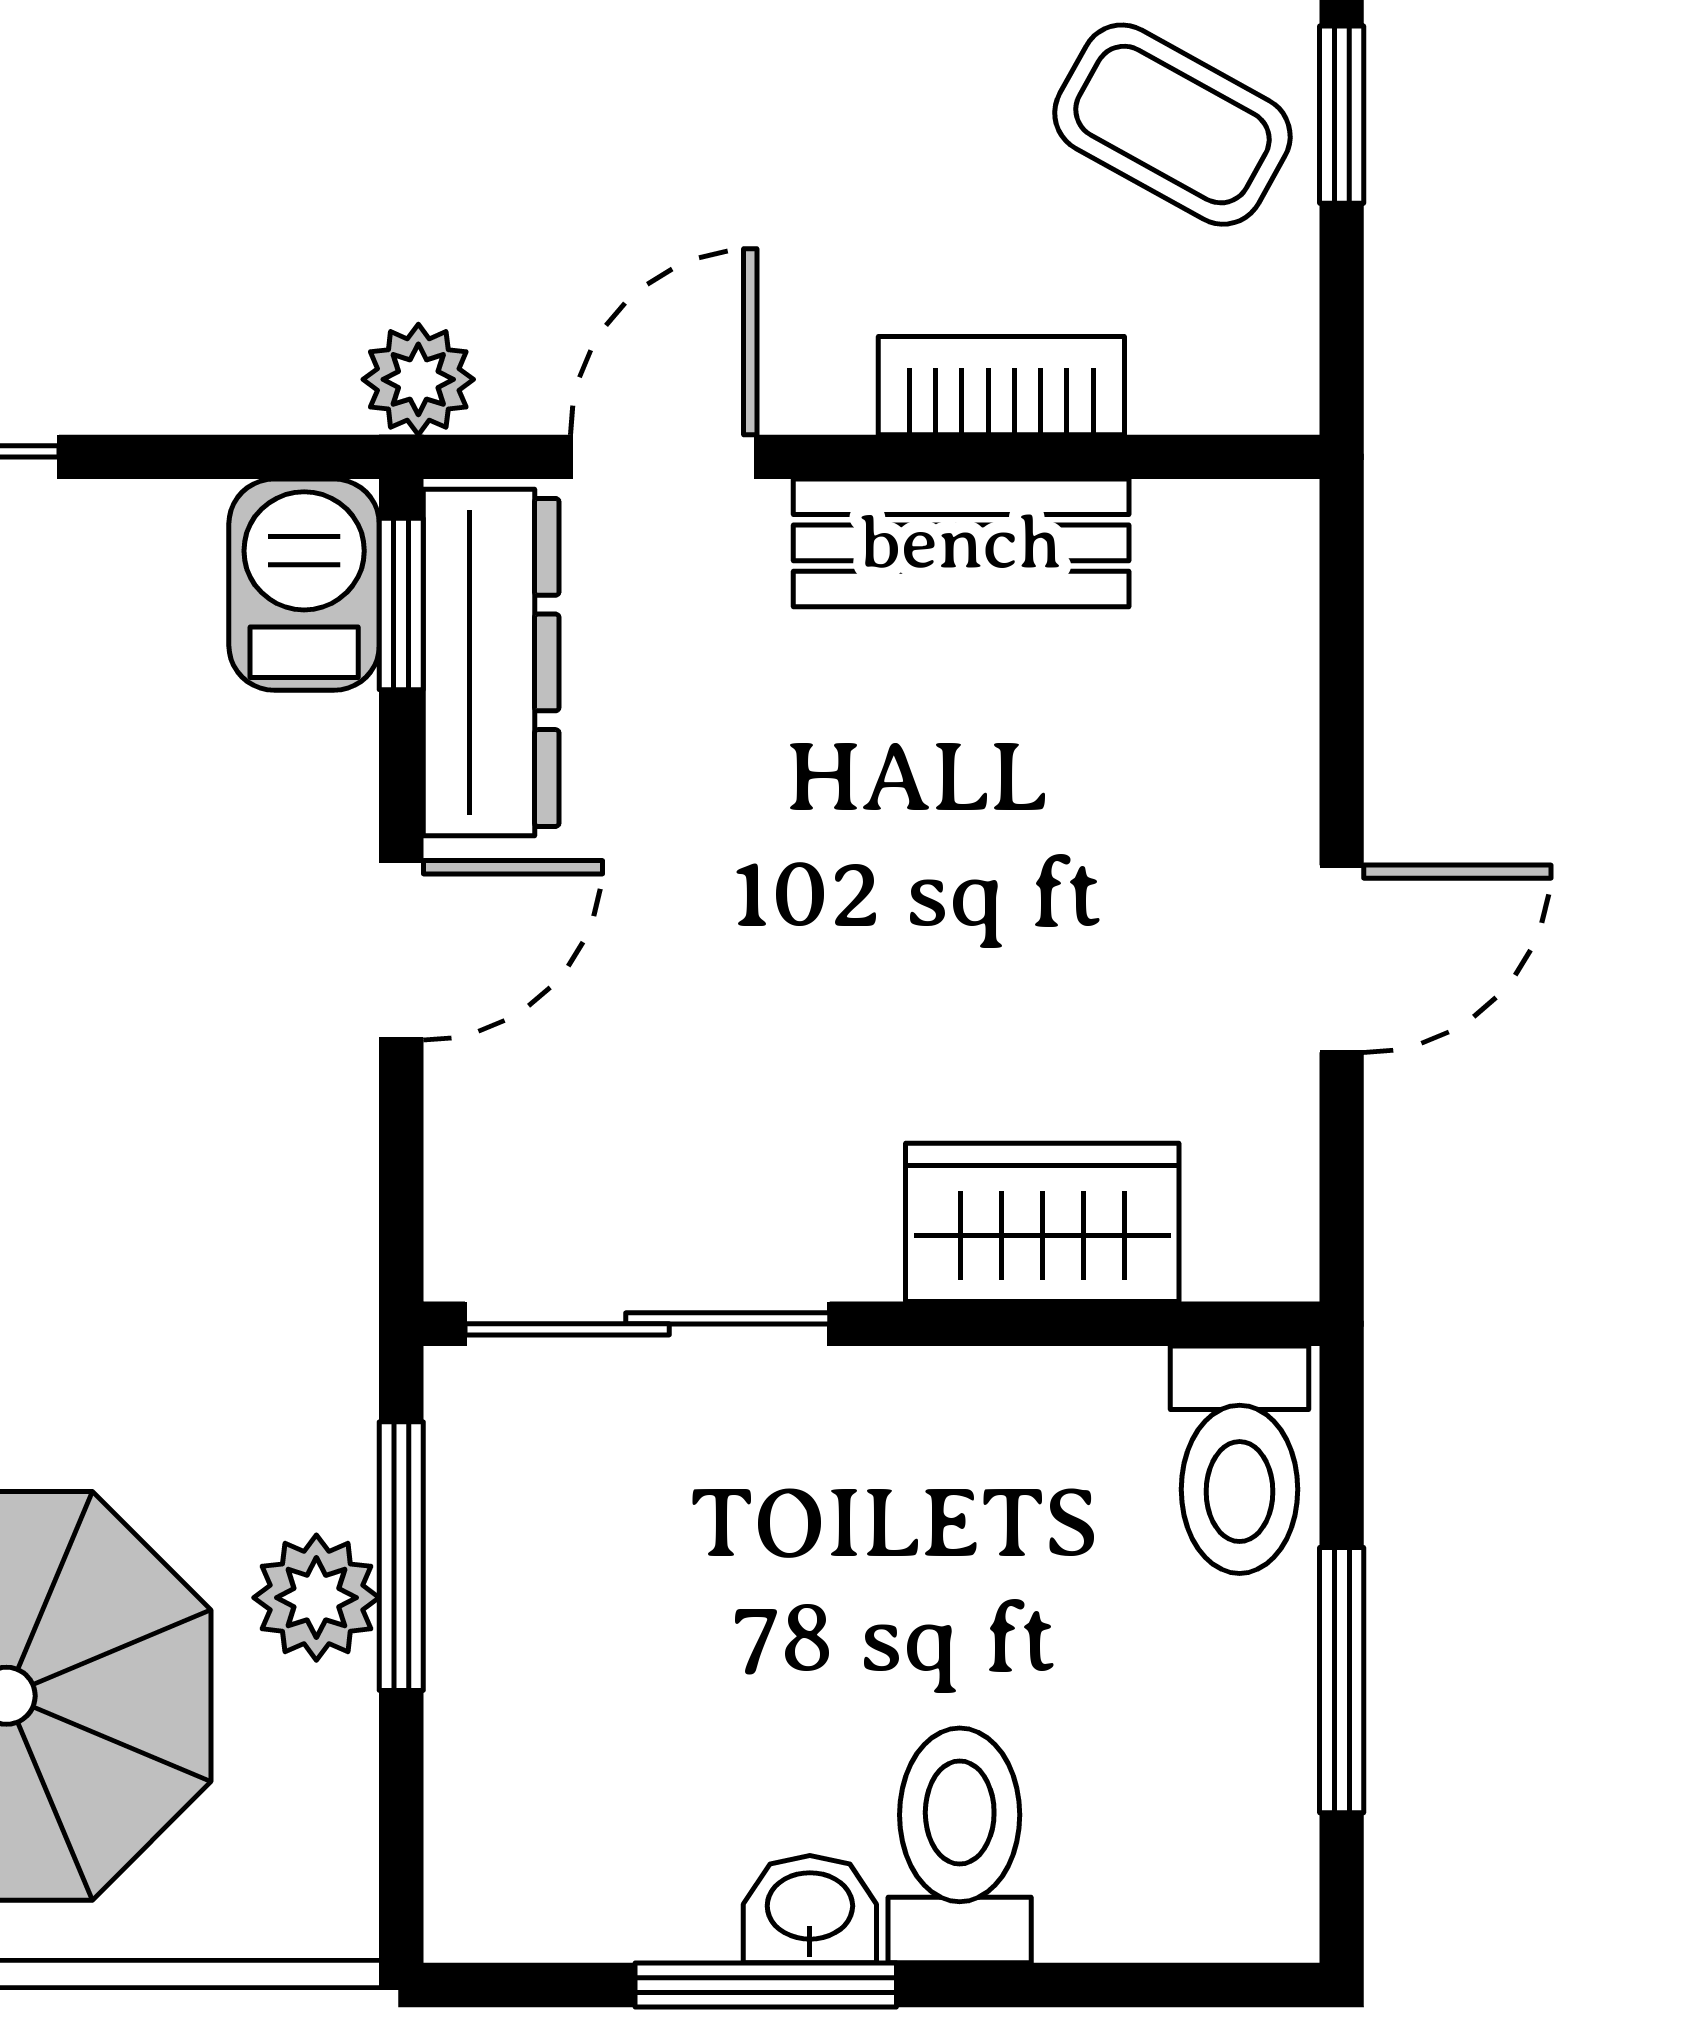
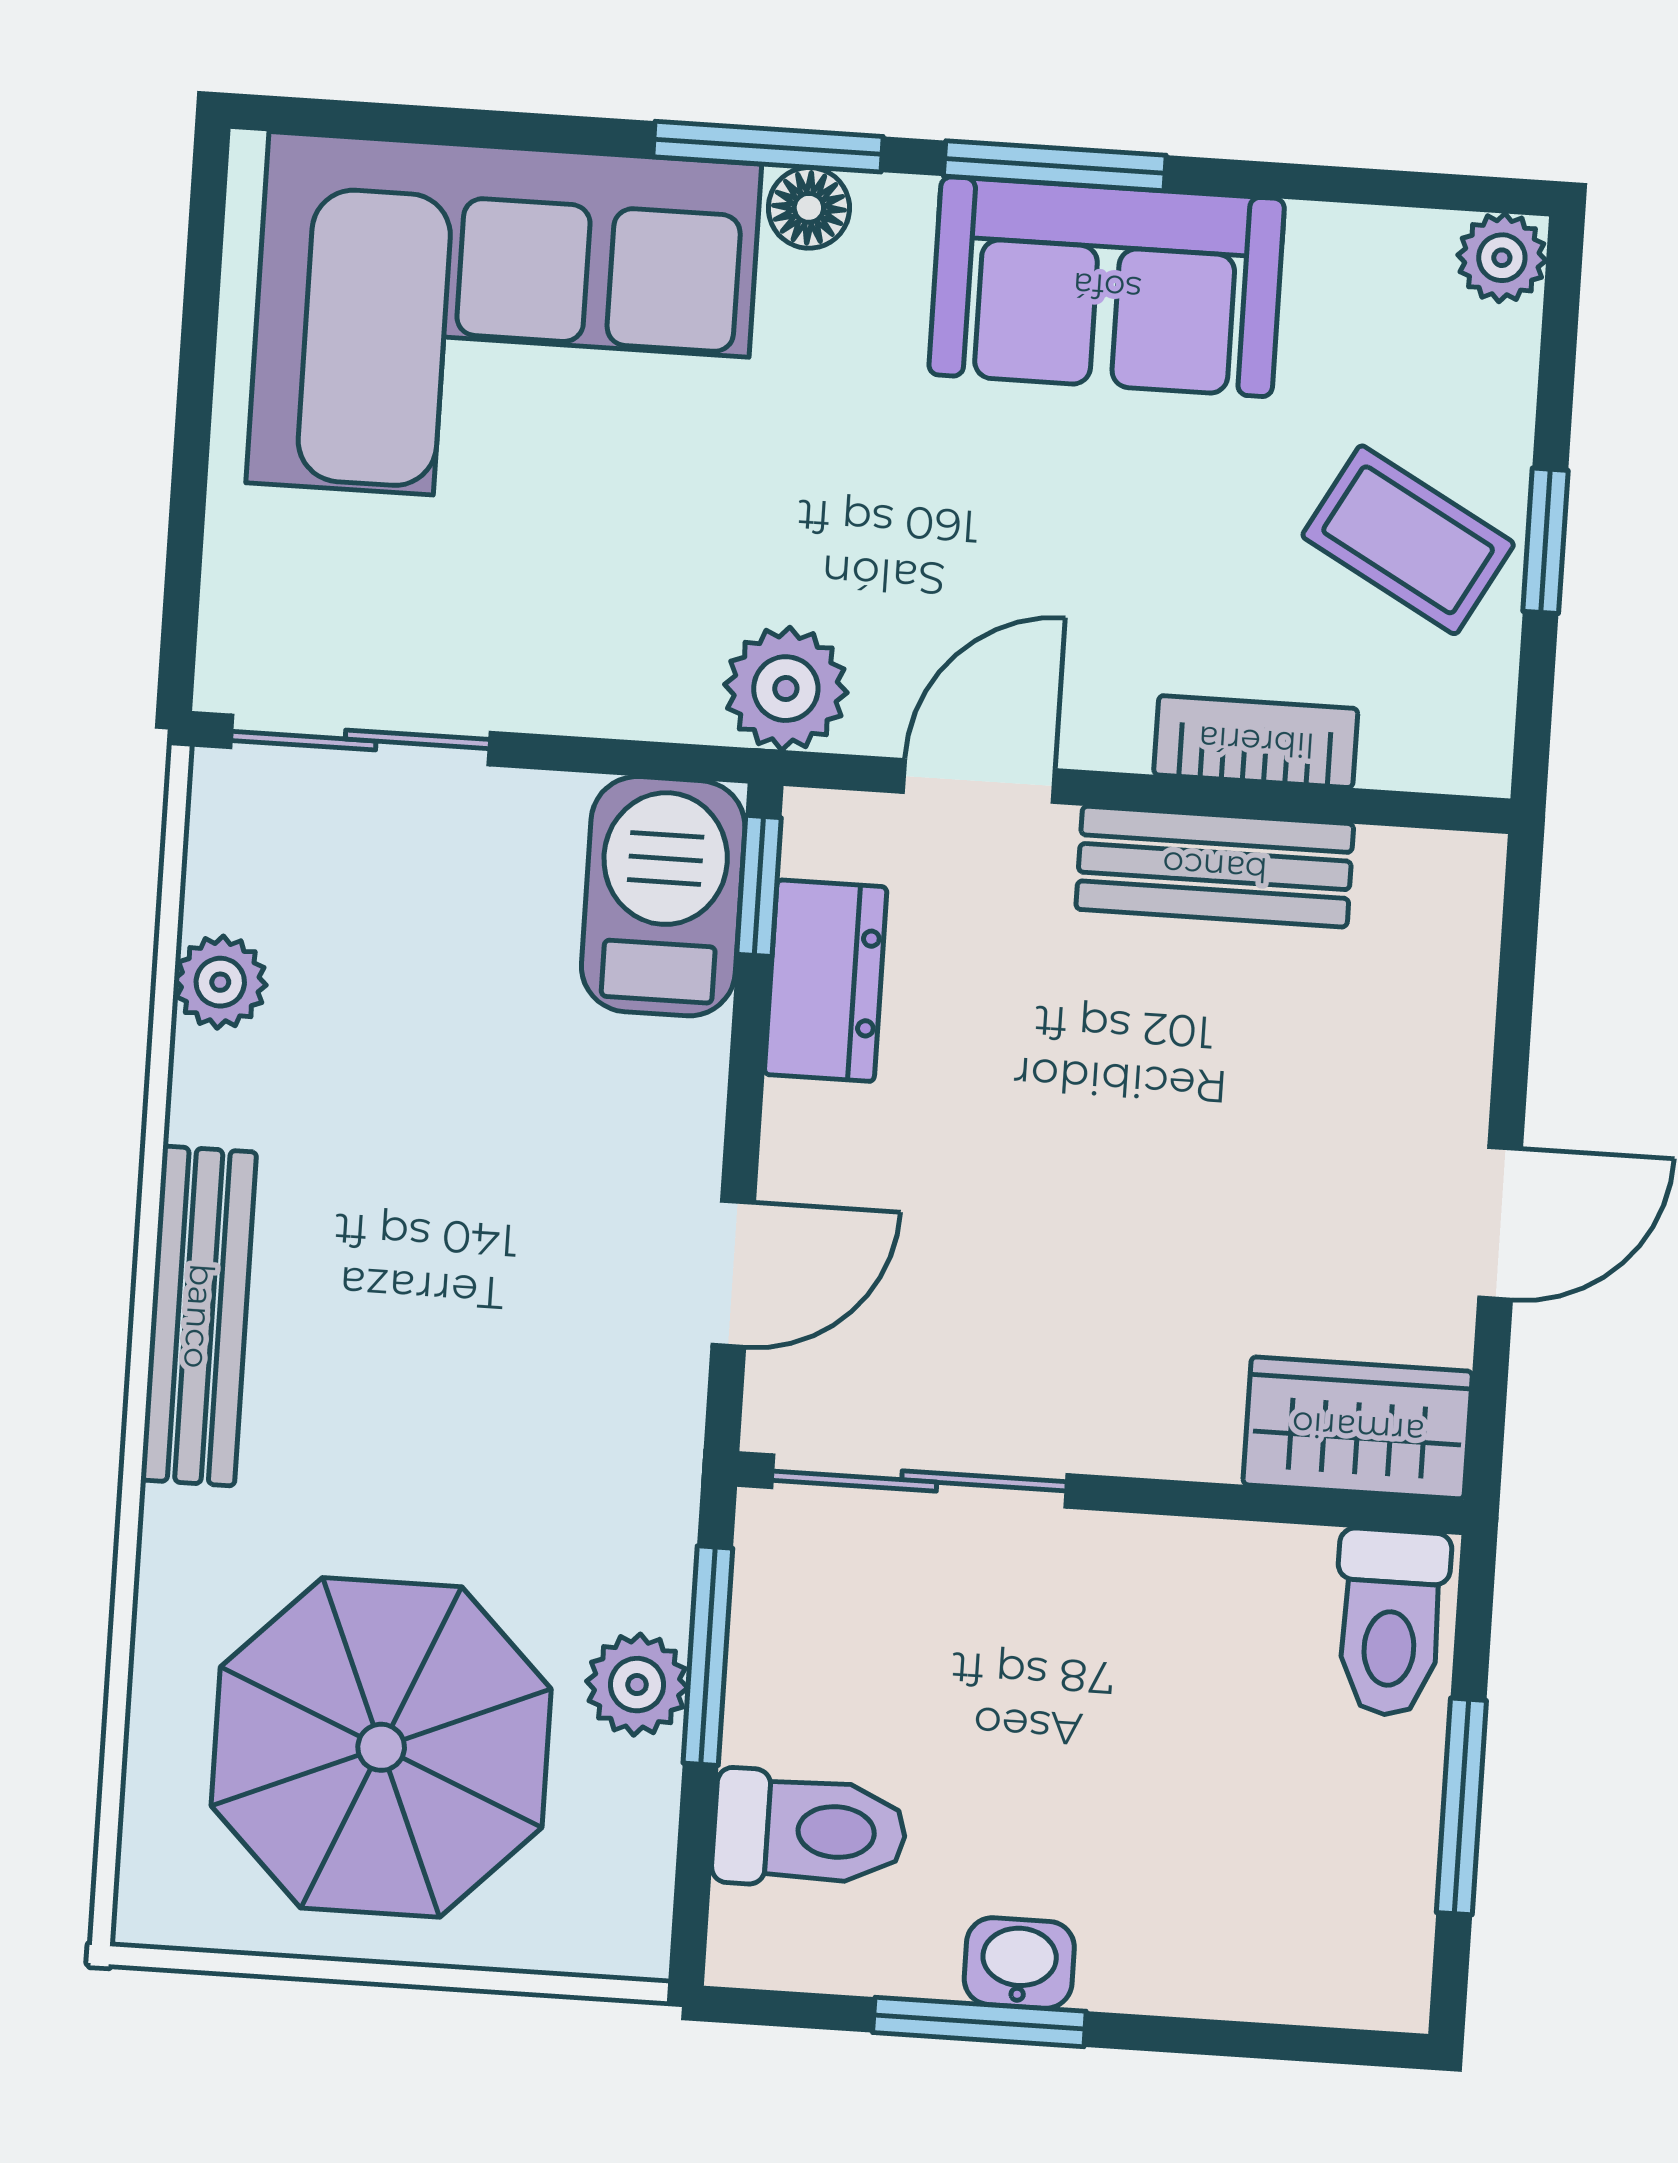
plant: (418, 379) -> (786, 689), width x1.38, depth x1.38
barbecue: (304, 585) -> (663, 896), width x1.38, depth x1.27
dresser: (491, 662) -> (826, 981), width x0.70
door: (401, 950) -> (733, 1274), moved
wardrobe: (1042, 1222) -> (1358, 1428), moved
toilet: (960, 1845) -> (810, 1830), moved, turned 90

